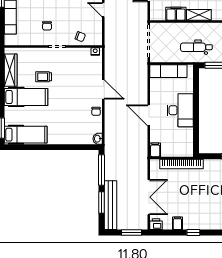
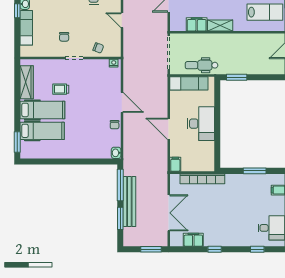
dental chair: (196, 47) -> (202, 65), moved
hospital bed: (26, 135) -> (42, 131), moved
bench: (110, 205) -> (129, 202), moved
filing cabinet: (177, 223) -> (193, 240), width x2.00
printer: (156, 224) -> (176, 241), removed

